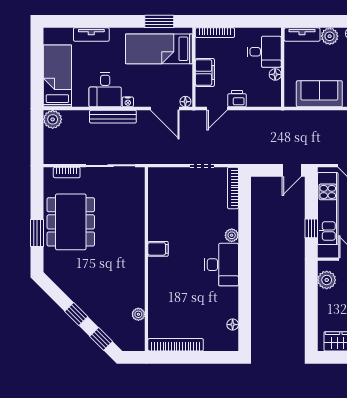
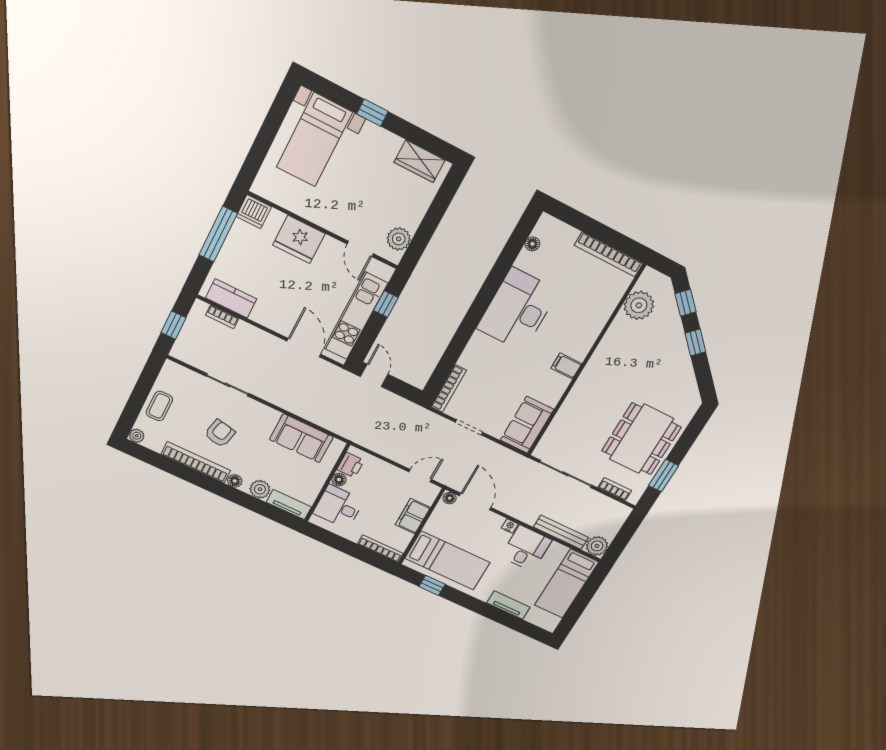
window: (159, 21) -> (432, 585), width x0.67
printer: (237, 99) -> (350, 465), moved, turned -90
bench: (113, 117) -> (561, 532), moved
door: (292, 170) -> (374, 375), hinge flipped
sofa: (161, 189) -> (527, 425), added
window: (37, 233) -> (663, 476), moved
plant: (232, 235) -> (478, 340), removed
desk: (221, 265) -> (518, 310), width x1.36, depth x1.30
plant: (138, 314) -> (639, 305), width x1.87, depth x1.87

